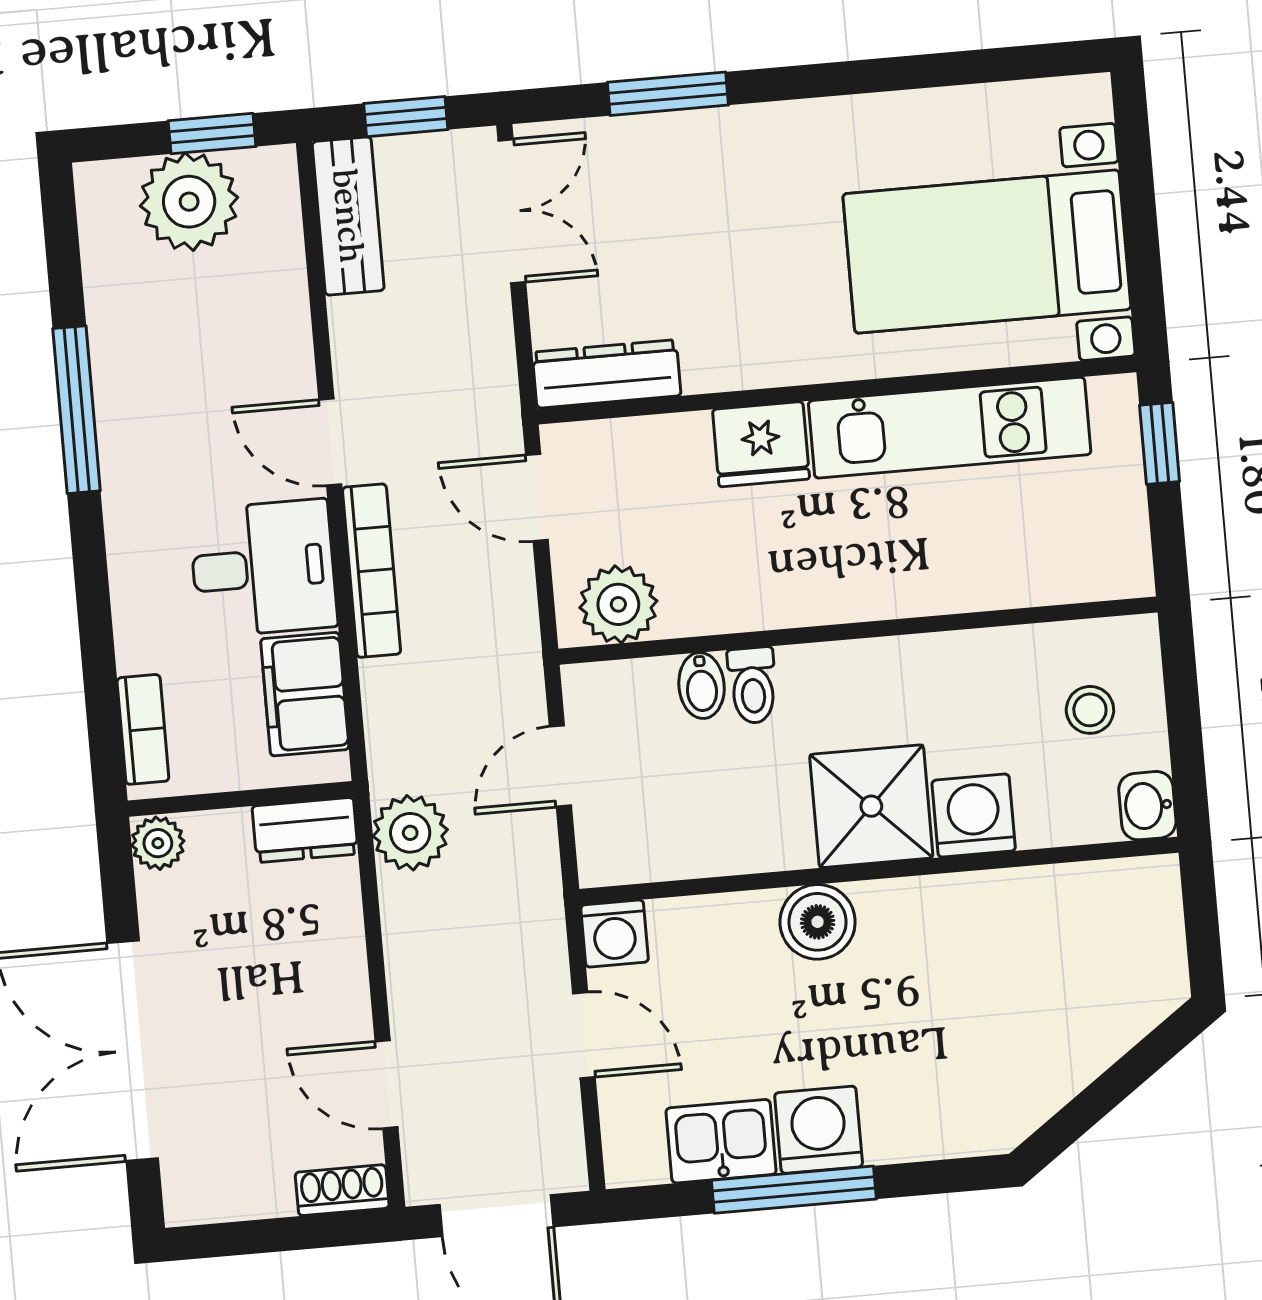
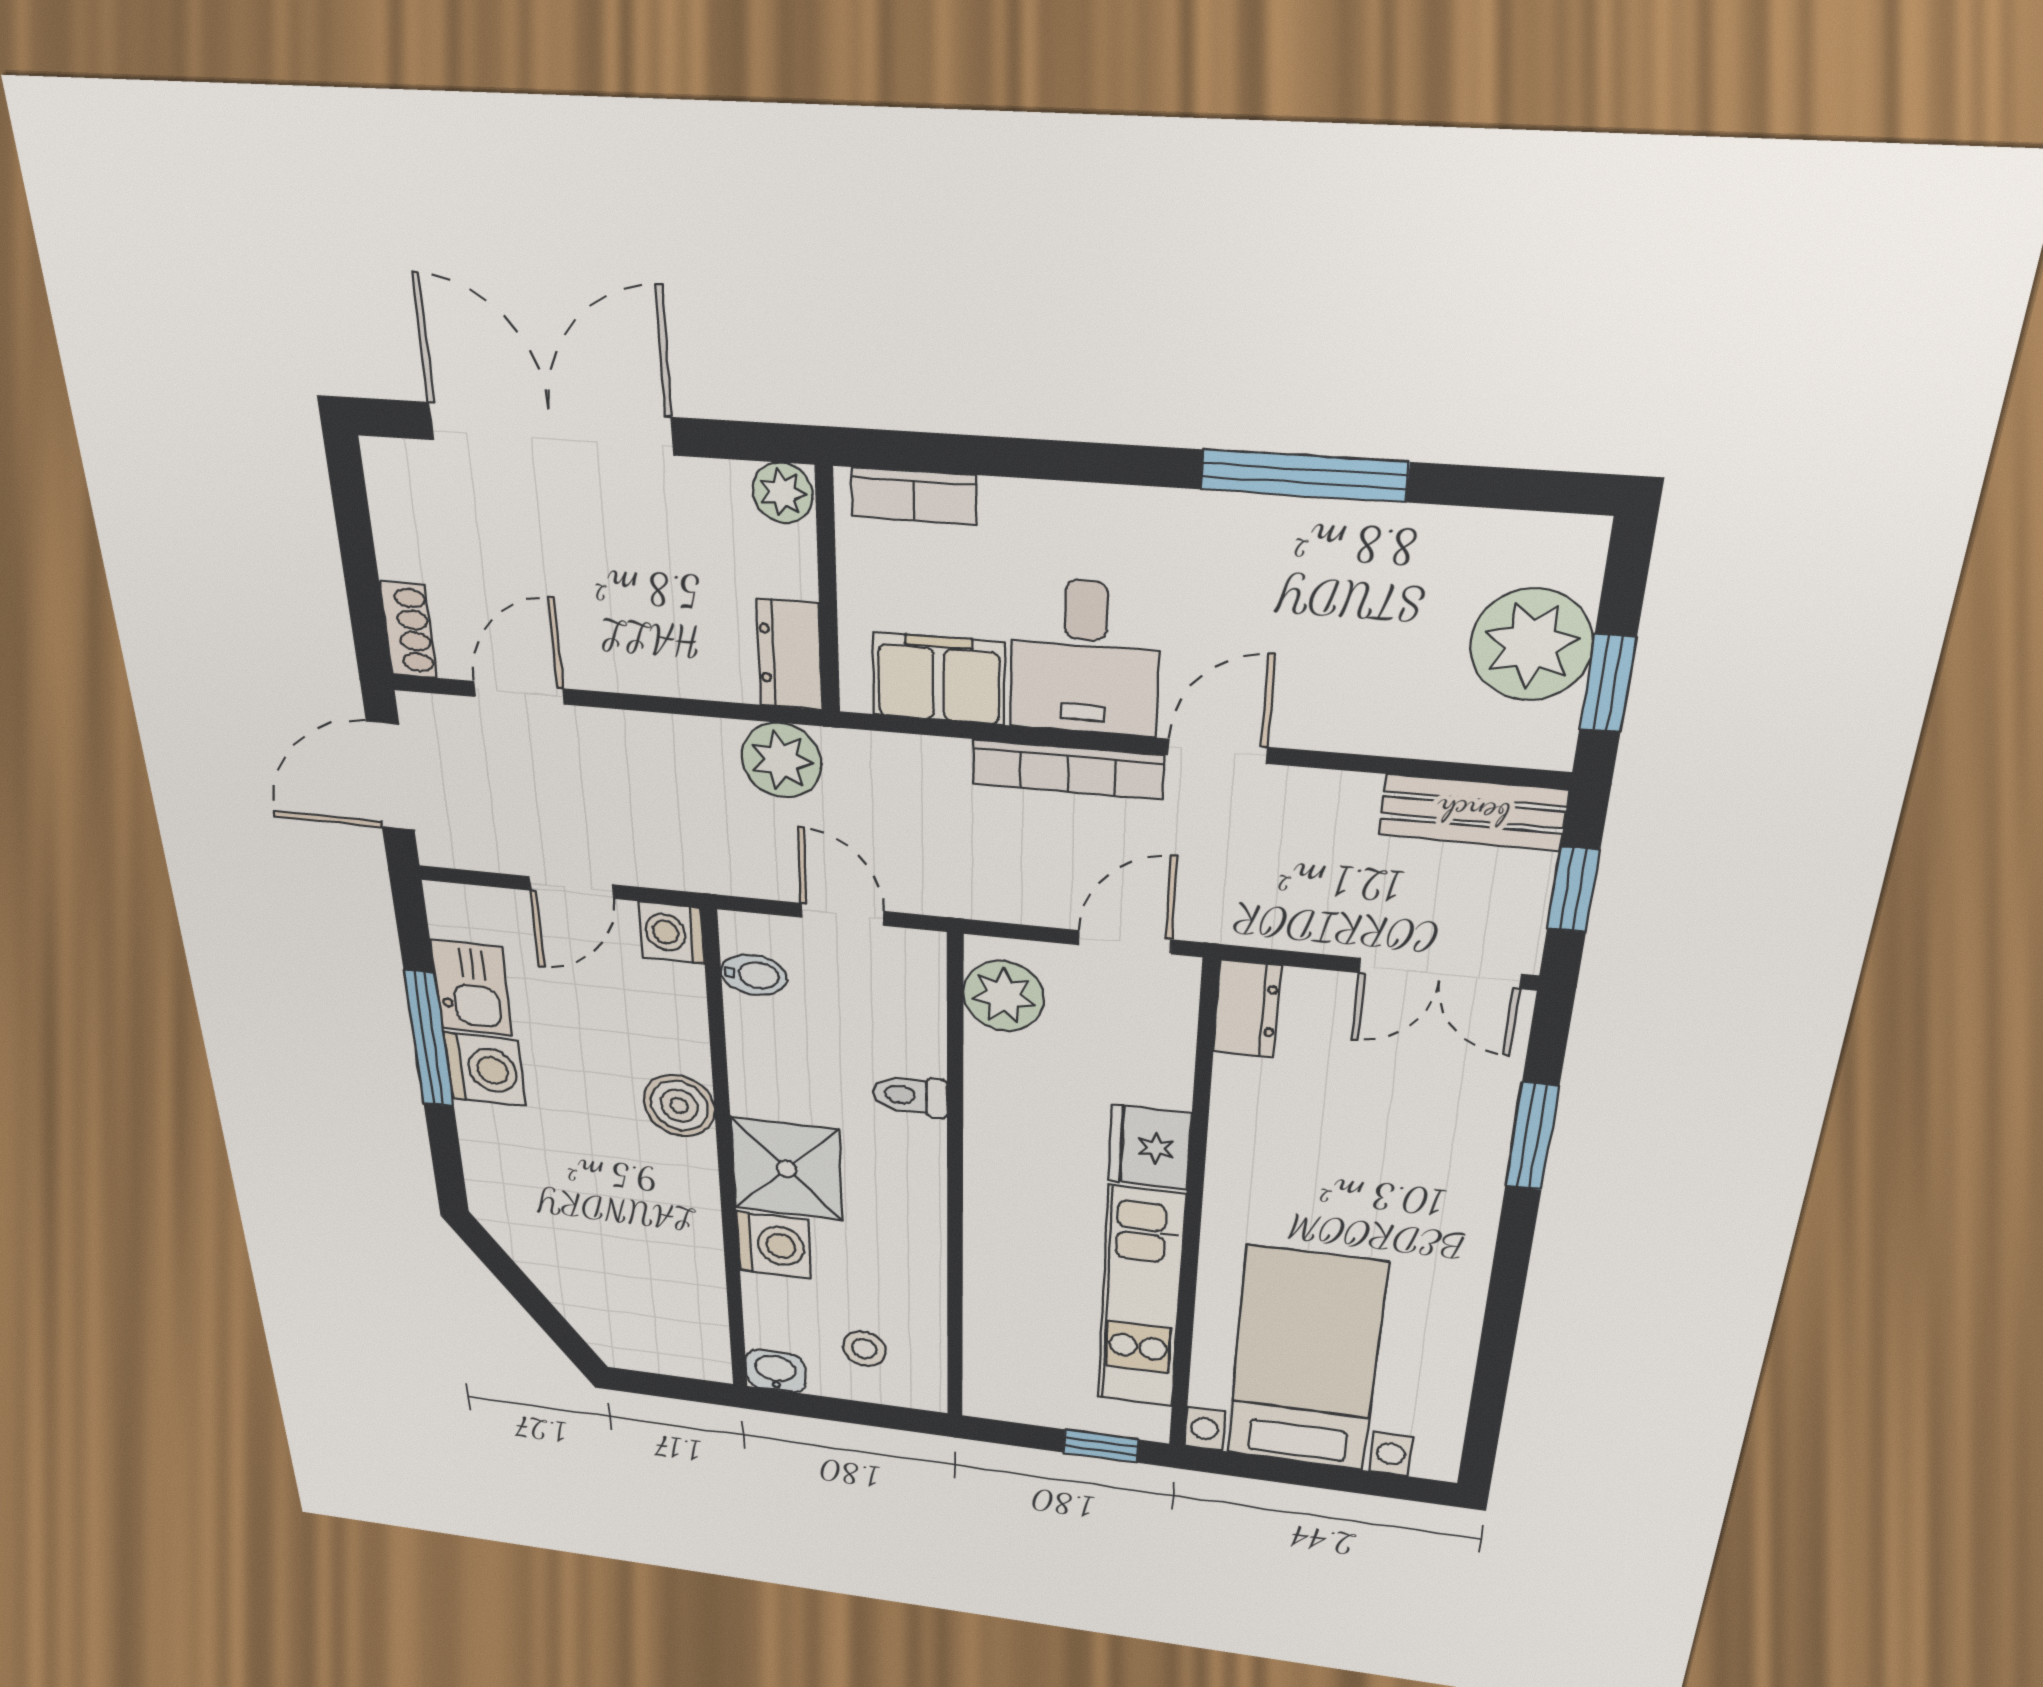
dresser: (607, 374) -> (1247, 1009), width x0.70
bidet: (702, 686) -> (754, 975), moved, turned 180

